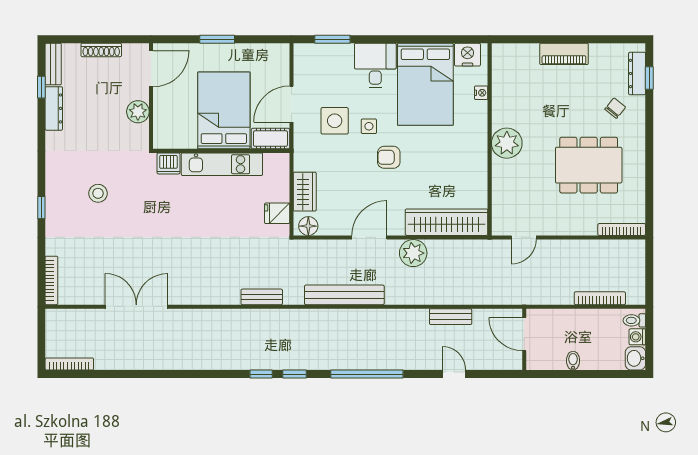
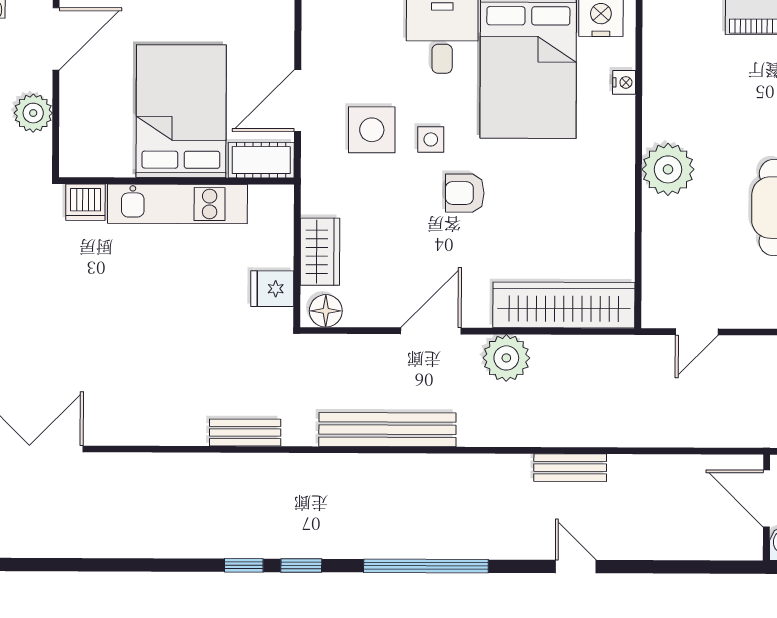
door: (524, 334) -> (766, 499), moved
wall: (524, 339) -> (766, 508), moved

